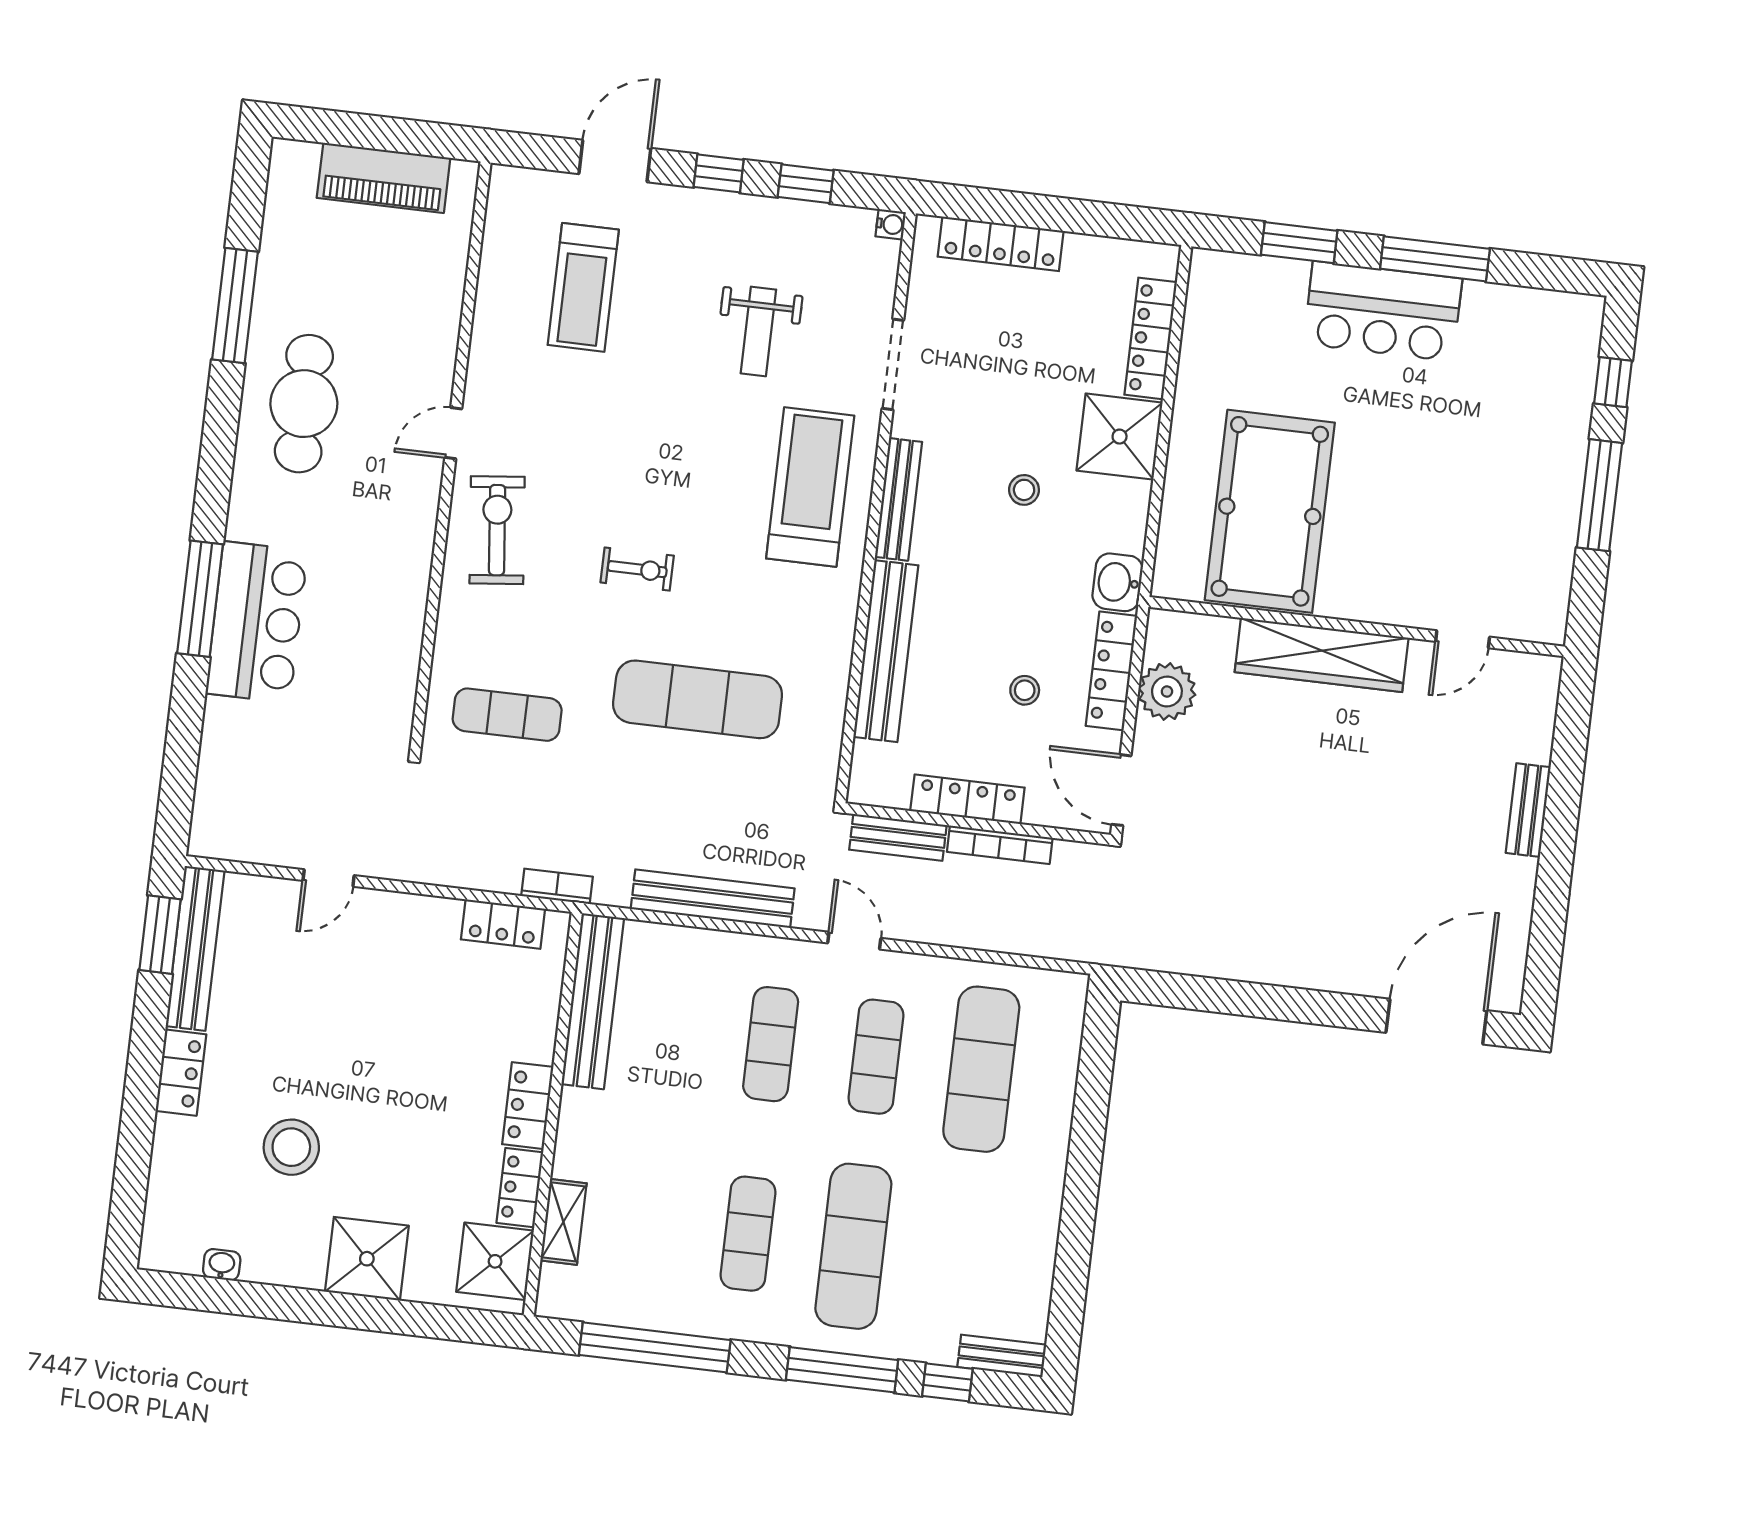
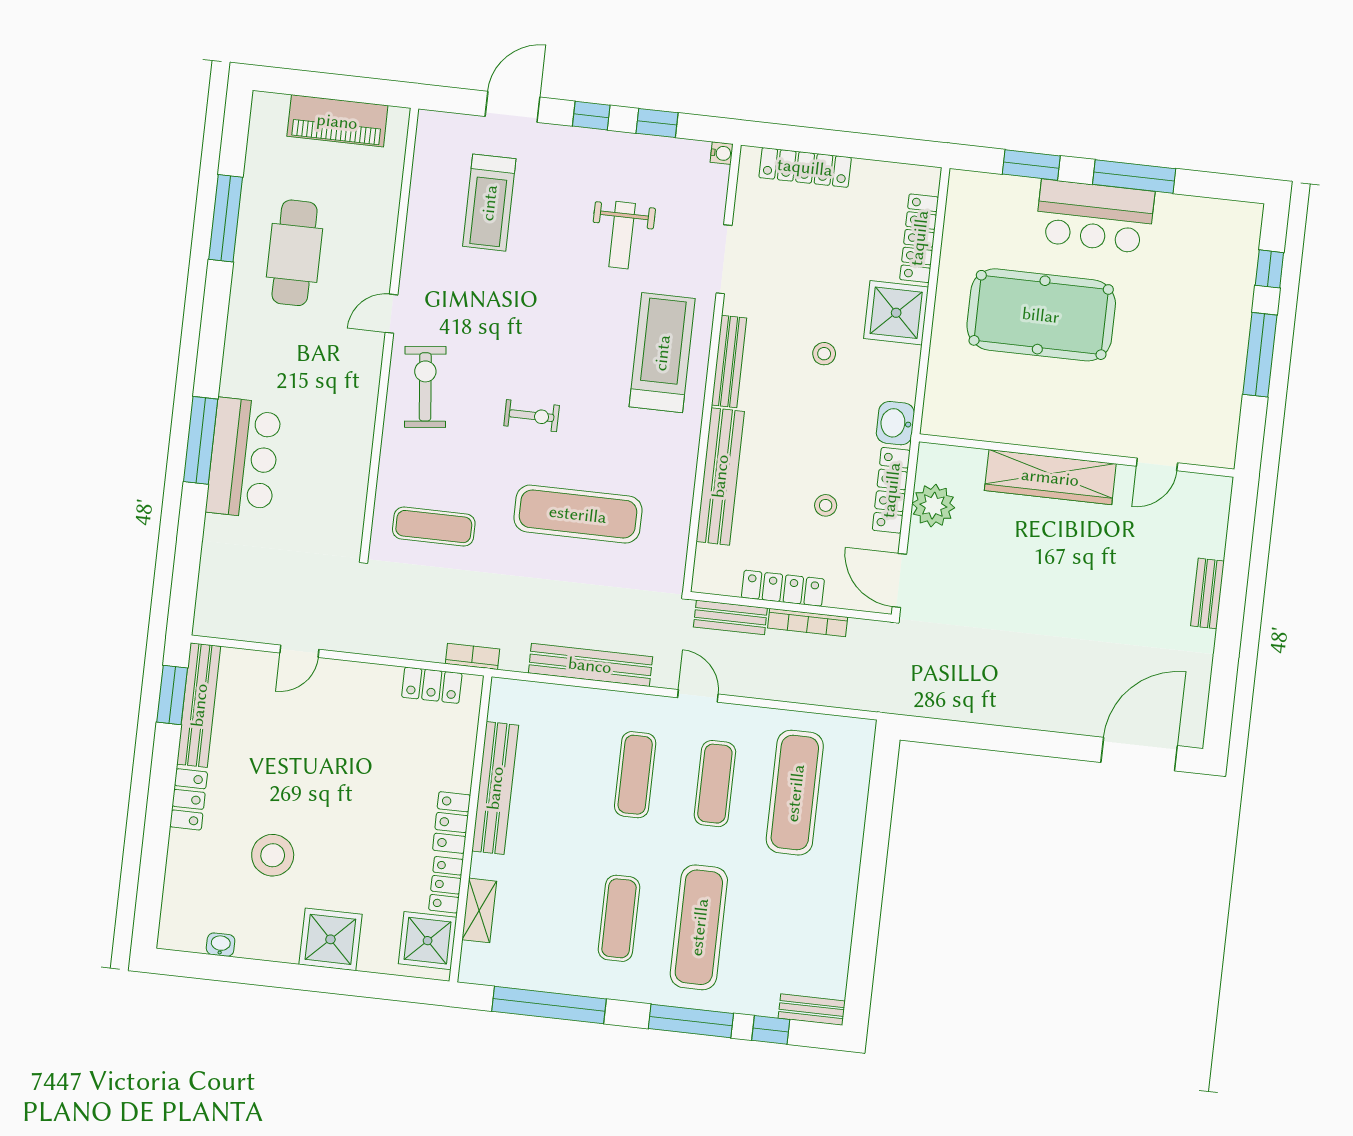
cafe table: (304, 404) -> (295, 253), moved
pool table: (1270, 511) -> (1041, 315), moved, turned 90
bench: (593, 1001) -> (495, 788), moved

